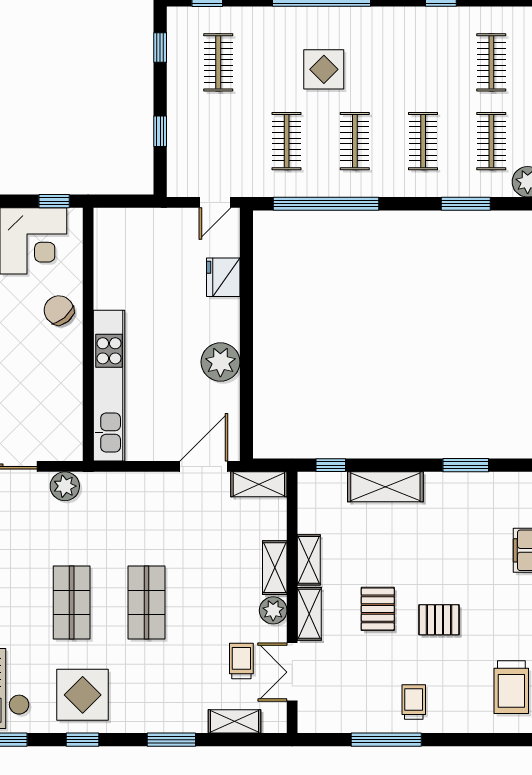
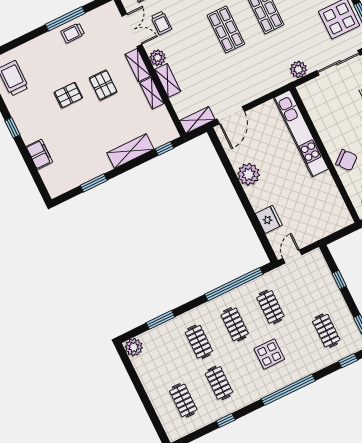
clothes rail: (491, 141) -> (219, 383), moved
trolley: (414, 702) -> (73, 33), moved, turned 90

